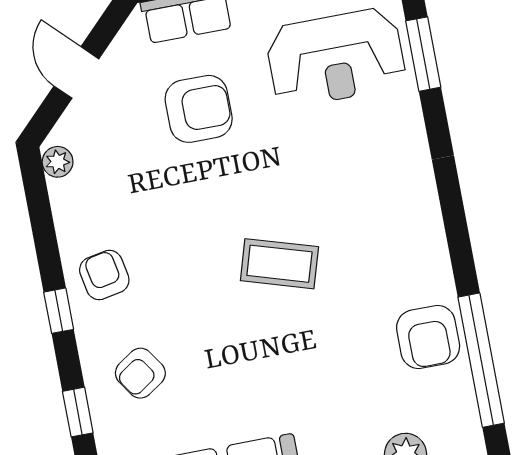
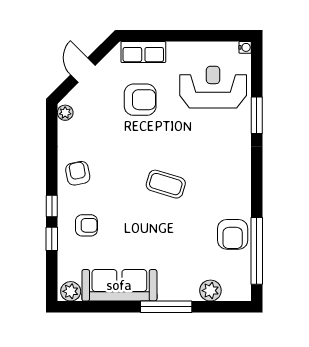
window: (423, 54) -> (257, 115), moved
reception desk: (336, 58) -> (213, 87), turned 180
window: (59, 311) -> (52, 206), moved
armchair: (140, 373) -> (86, 225), turned -146

